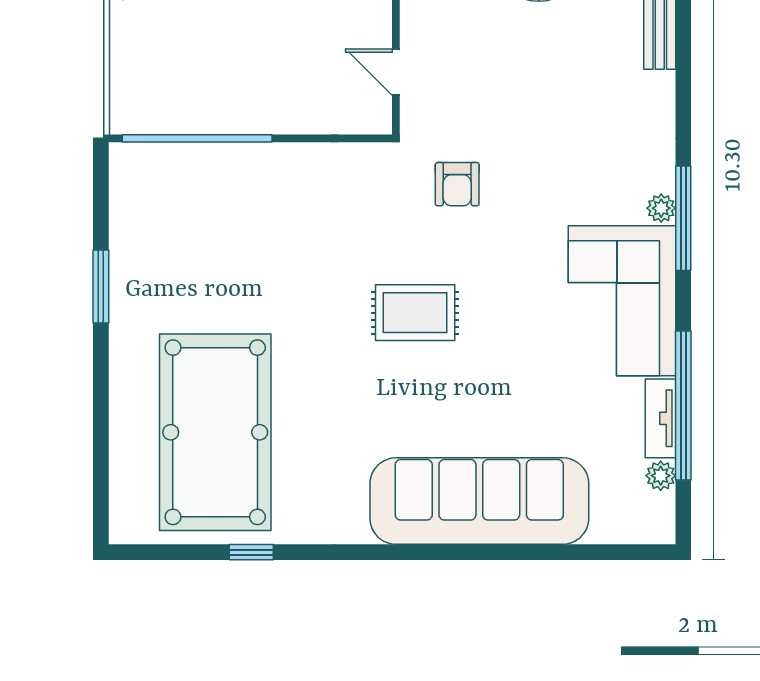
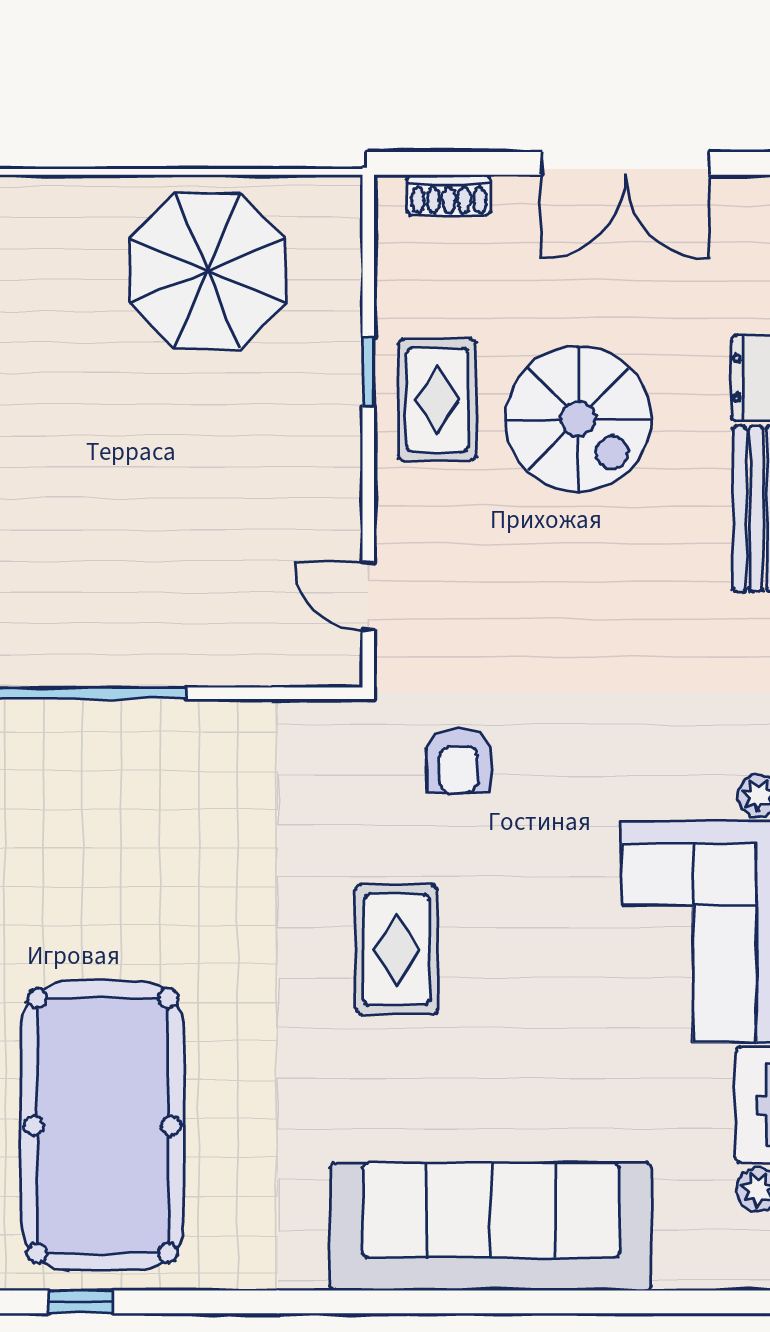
rug: (415, 313) -> (397, 950), turned 90
window: (251, 552) -> (81, 1302), moved

